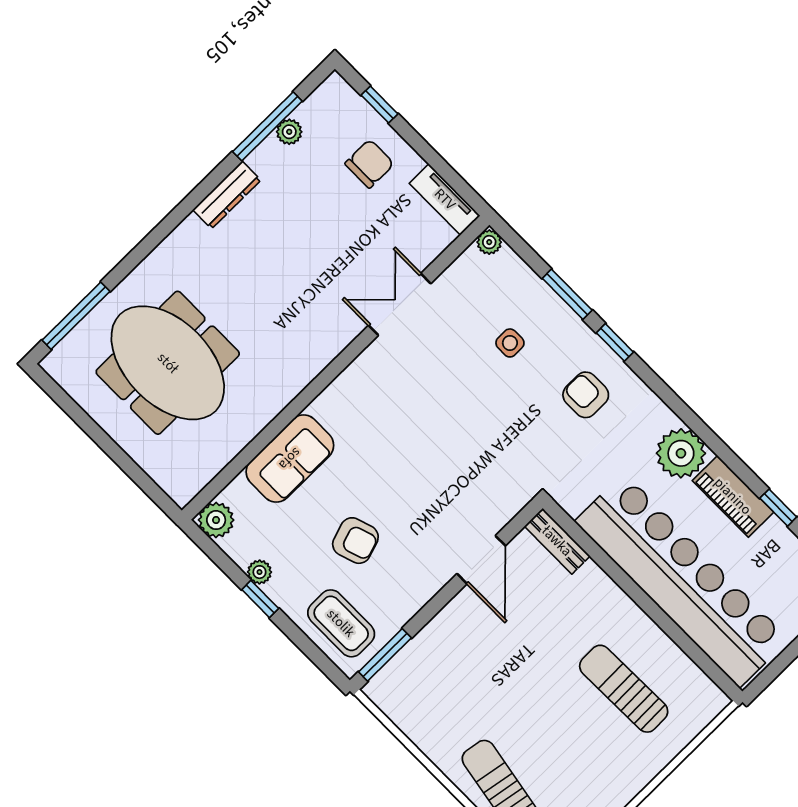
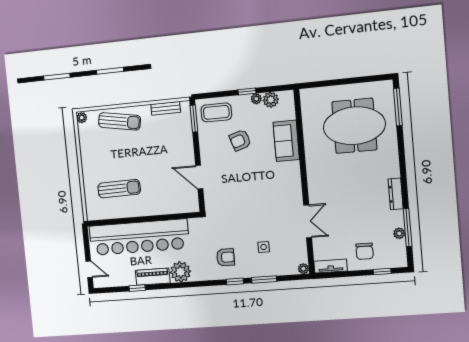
plant: (216, 520) -> (271, 100), moved
bench: (557, 541) -> (166, 108), moved

